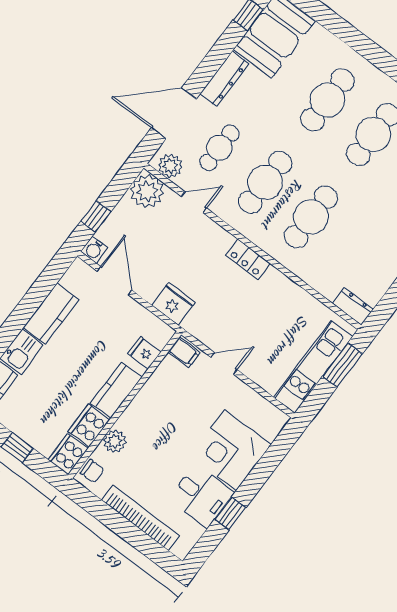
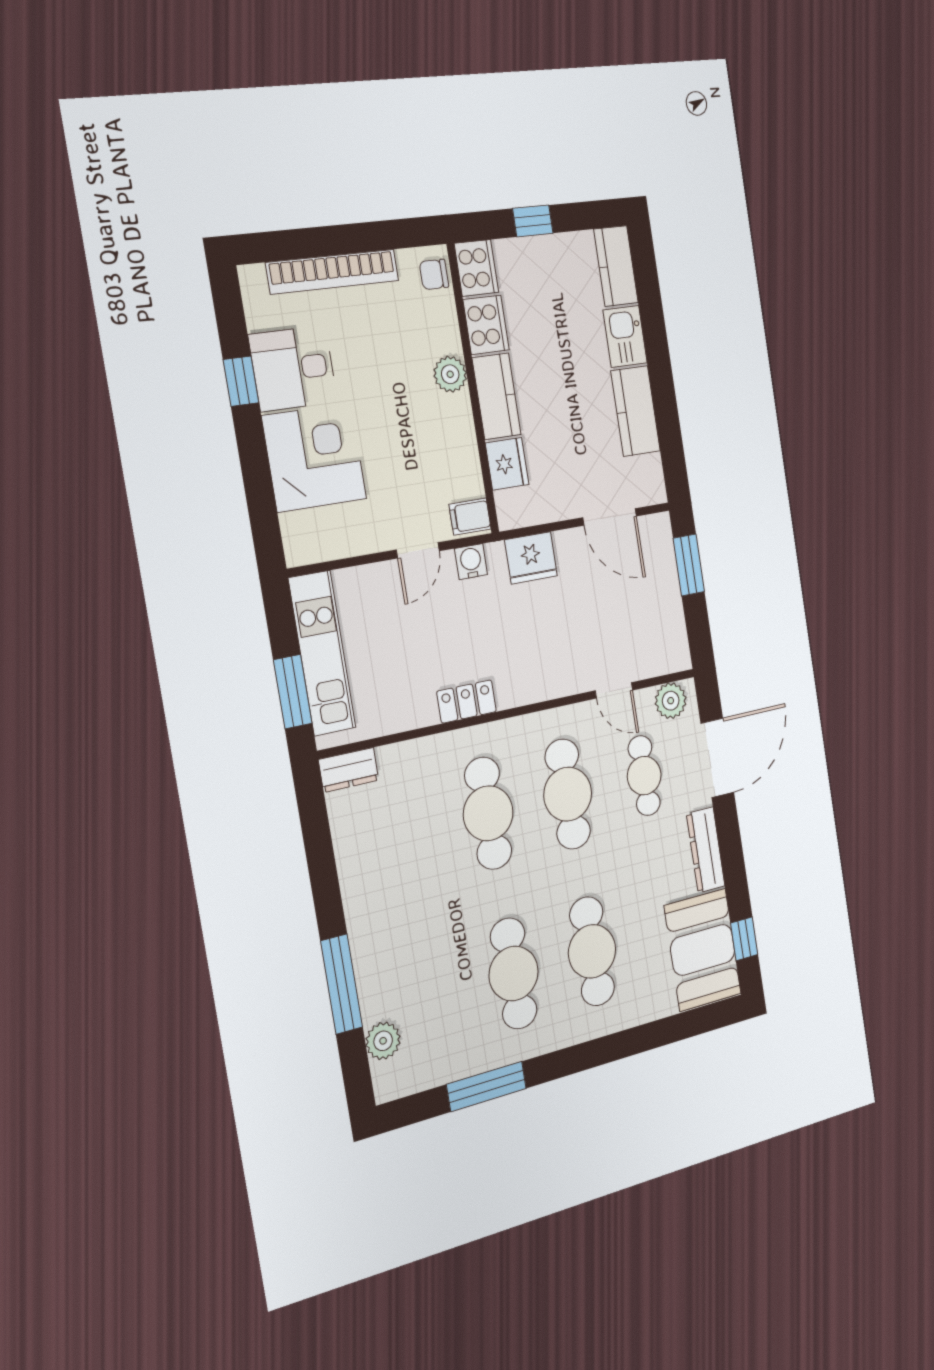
plant: (147, 191) -> (667, 648), removed
door: (194, 202) -> (614, 690), hinge flipped
window: (96, 216) -> (689, 565), width x1.50
water cooler: (94, 250) -> (471, 562), moved
locker: (248, 259) -> (467, 701), moved
fridge: (144, 353) -> (507, 464), width x1.38
plant: (115, 441) -> (450, 374), moved

